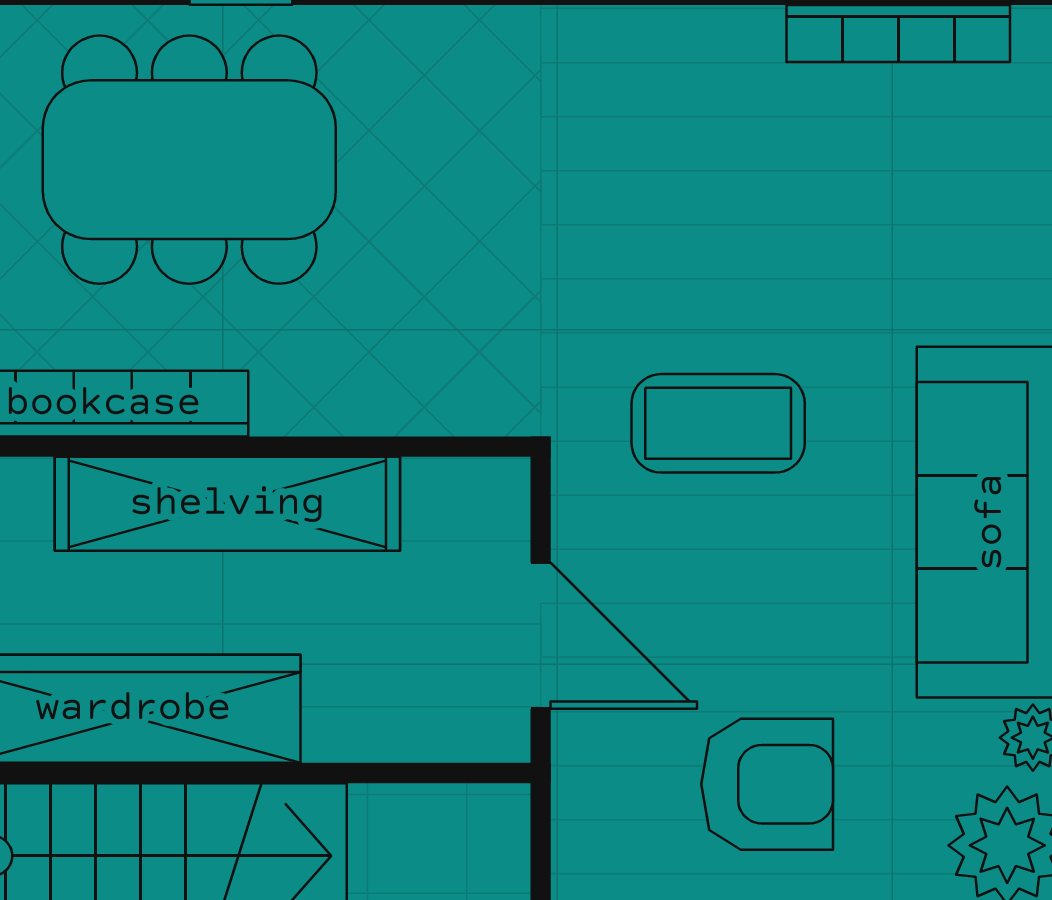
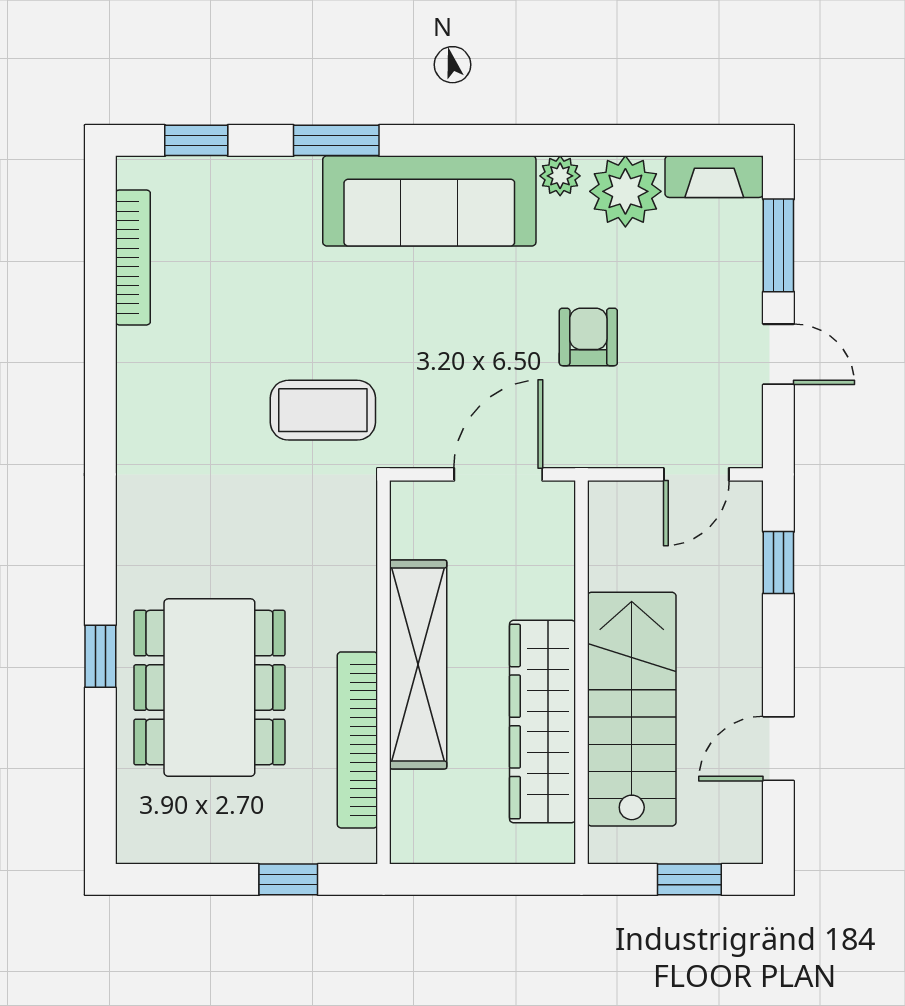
coffee table: (718, 423) -> (323, 410), moved, turned 90
armchair: (767, 784) -> (588, 337), width x0.72, depth x0.72

